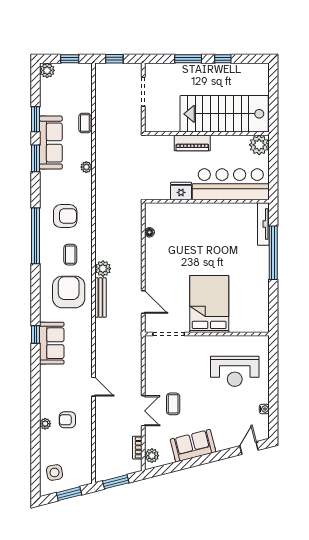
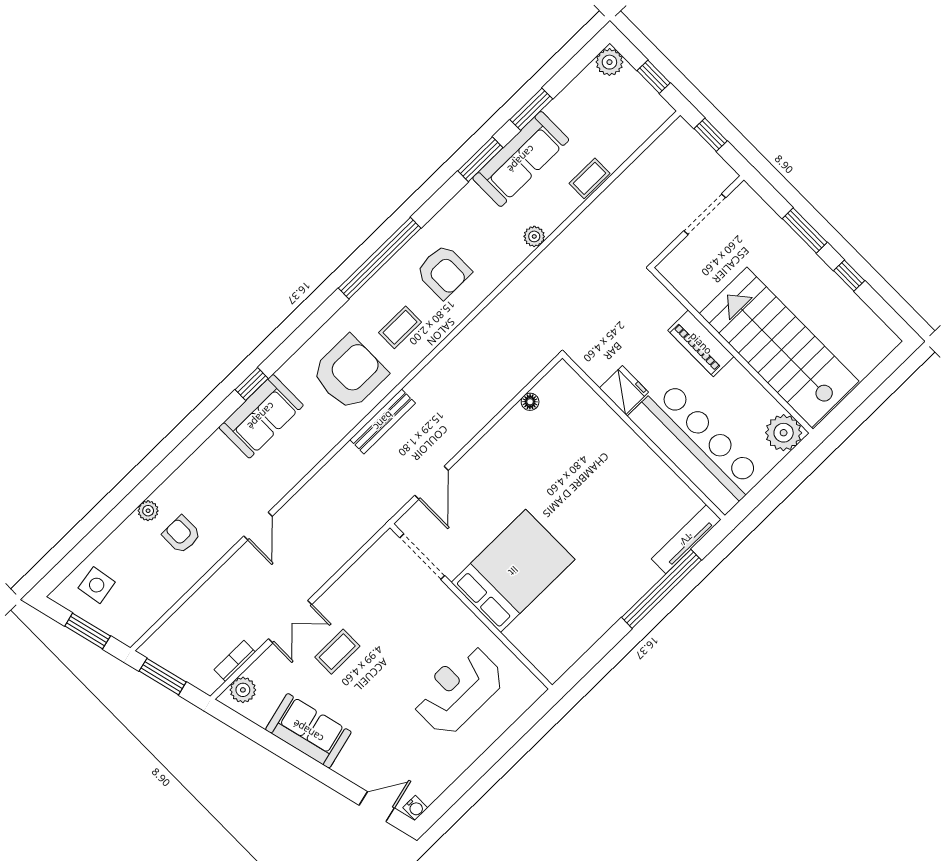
plant: (103, 269) -> (423, 388), removed
reception desk: (235, 371) -> (458, 690), turned 90
water cooler: (264, 409) -> (415, 808), moved

